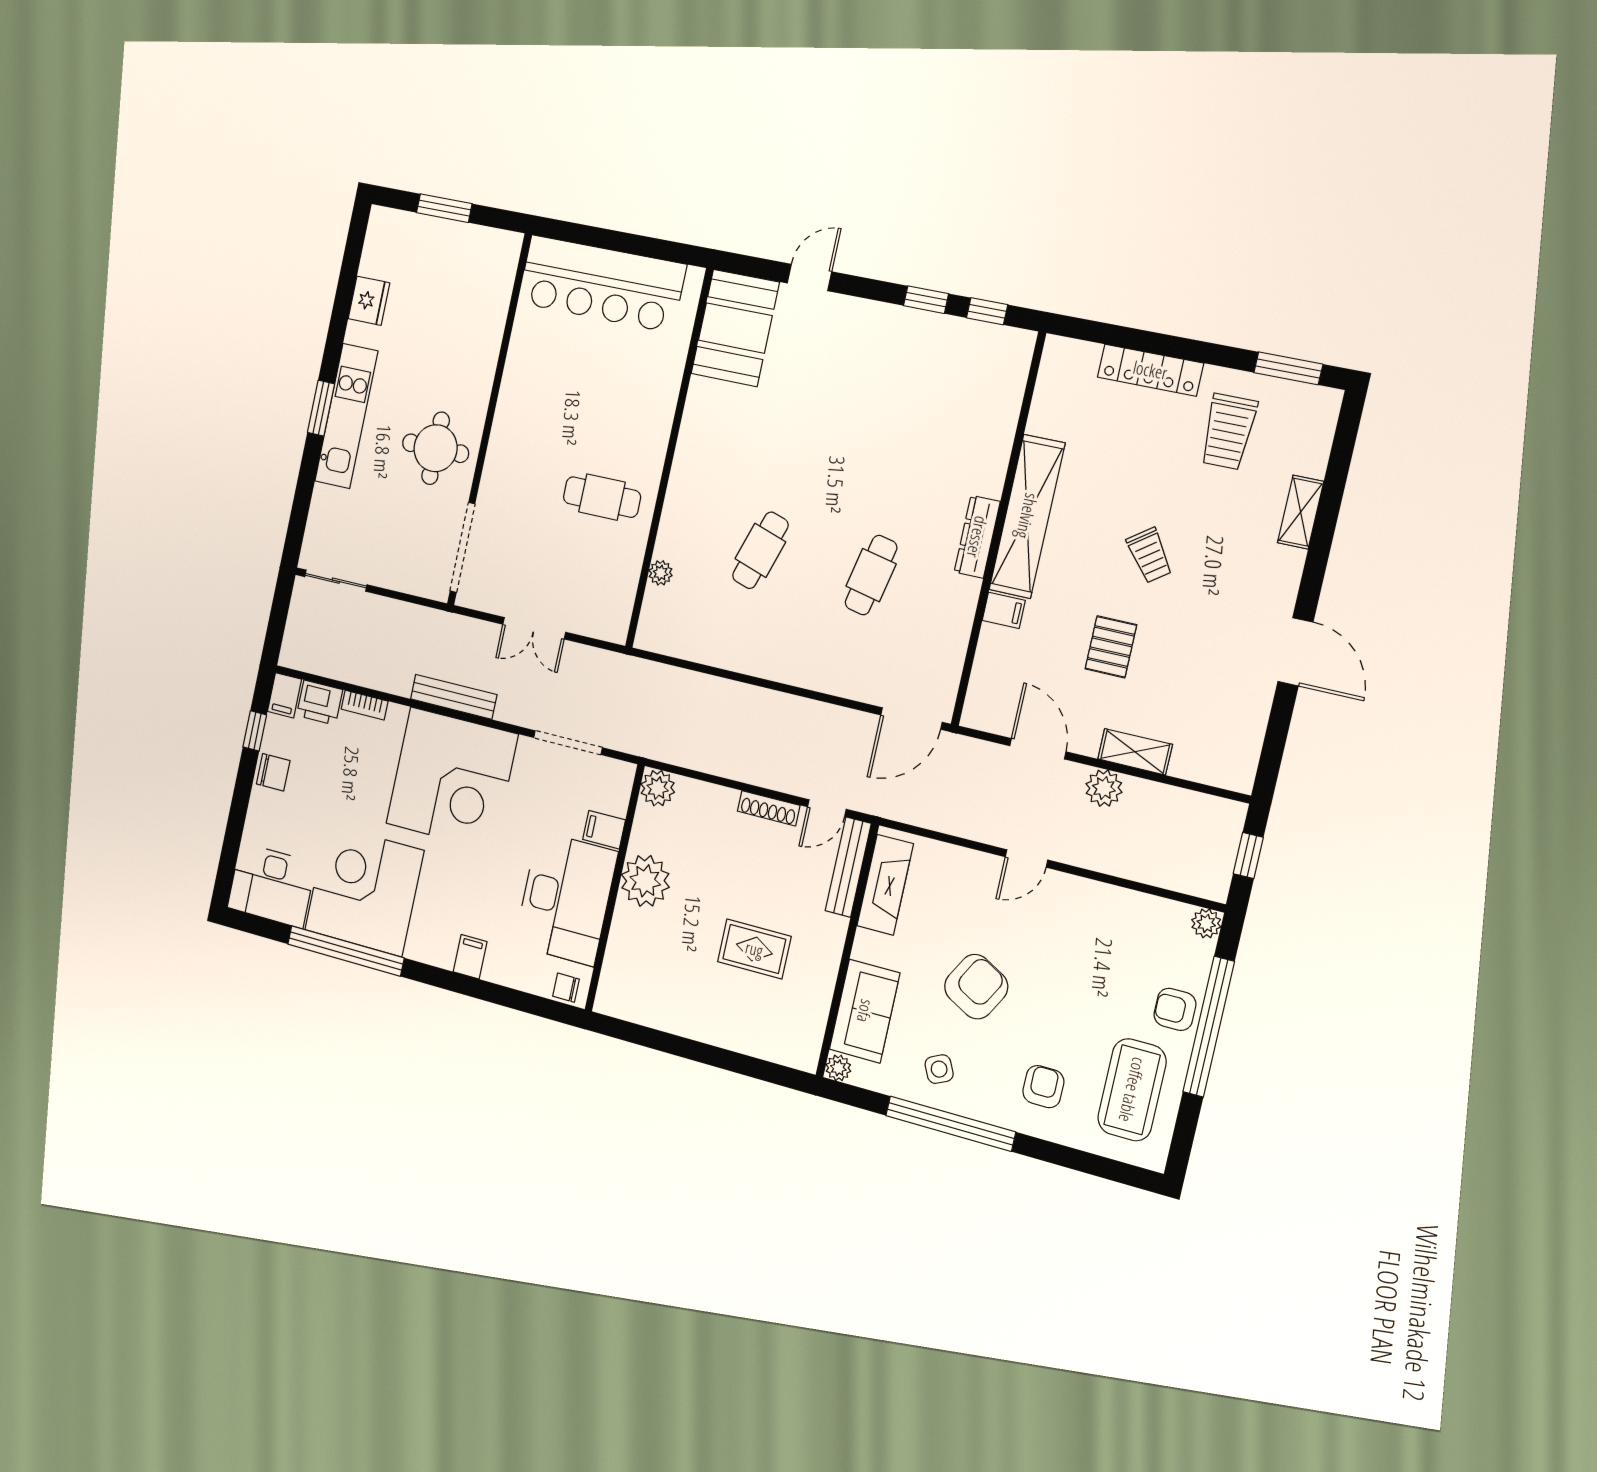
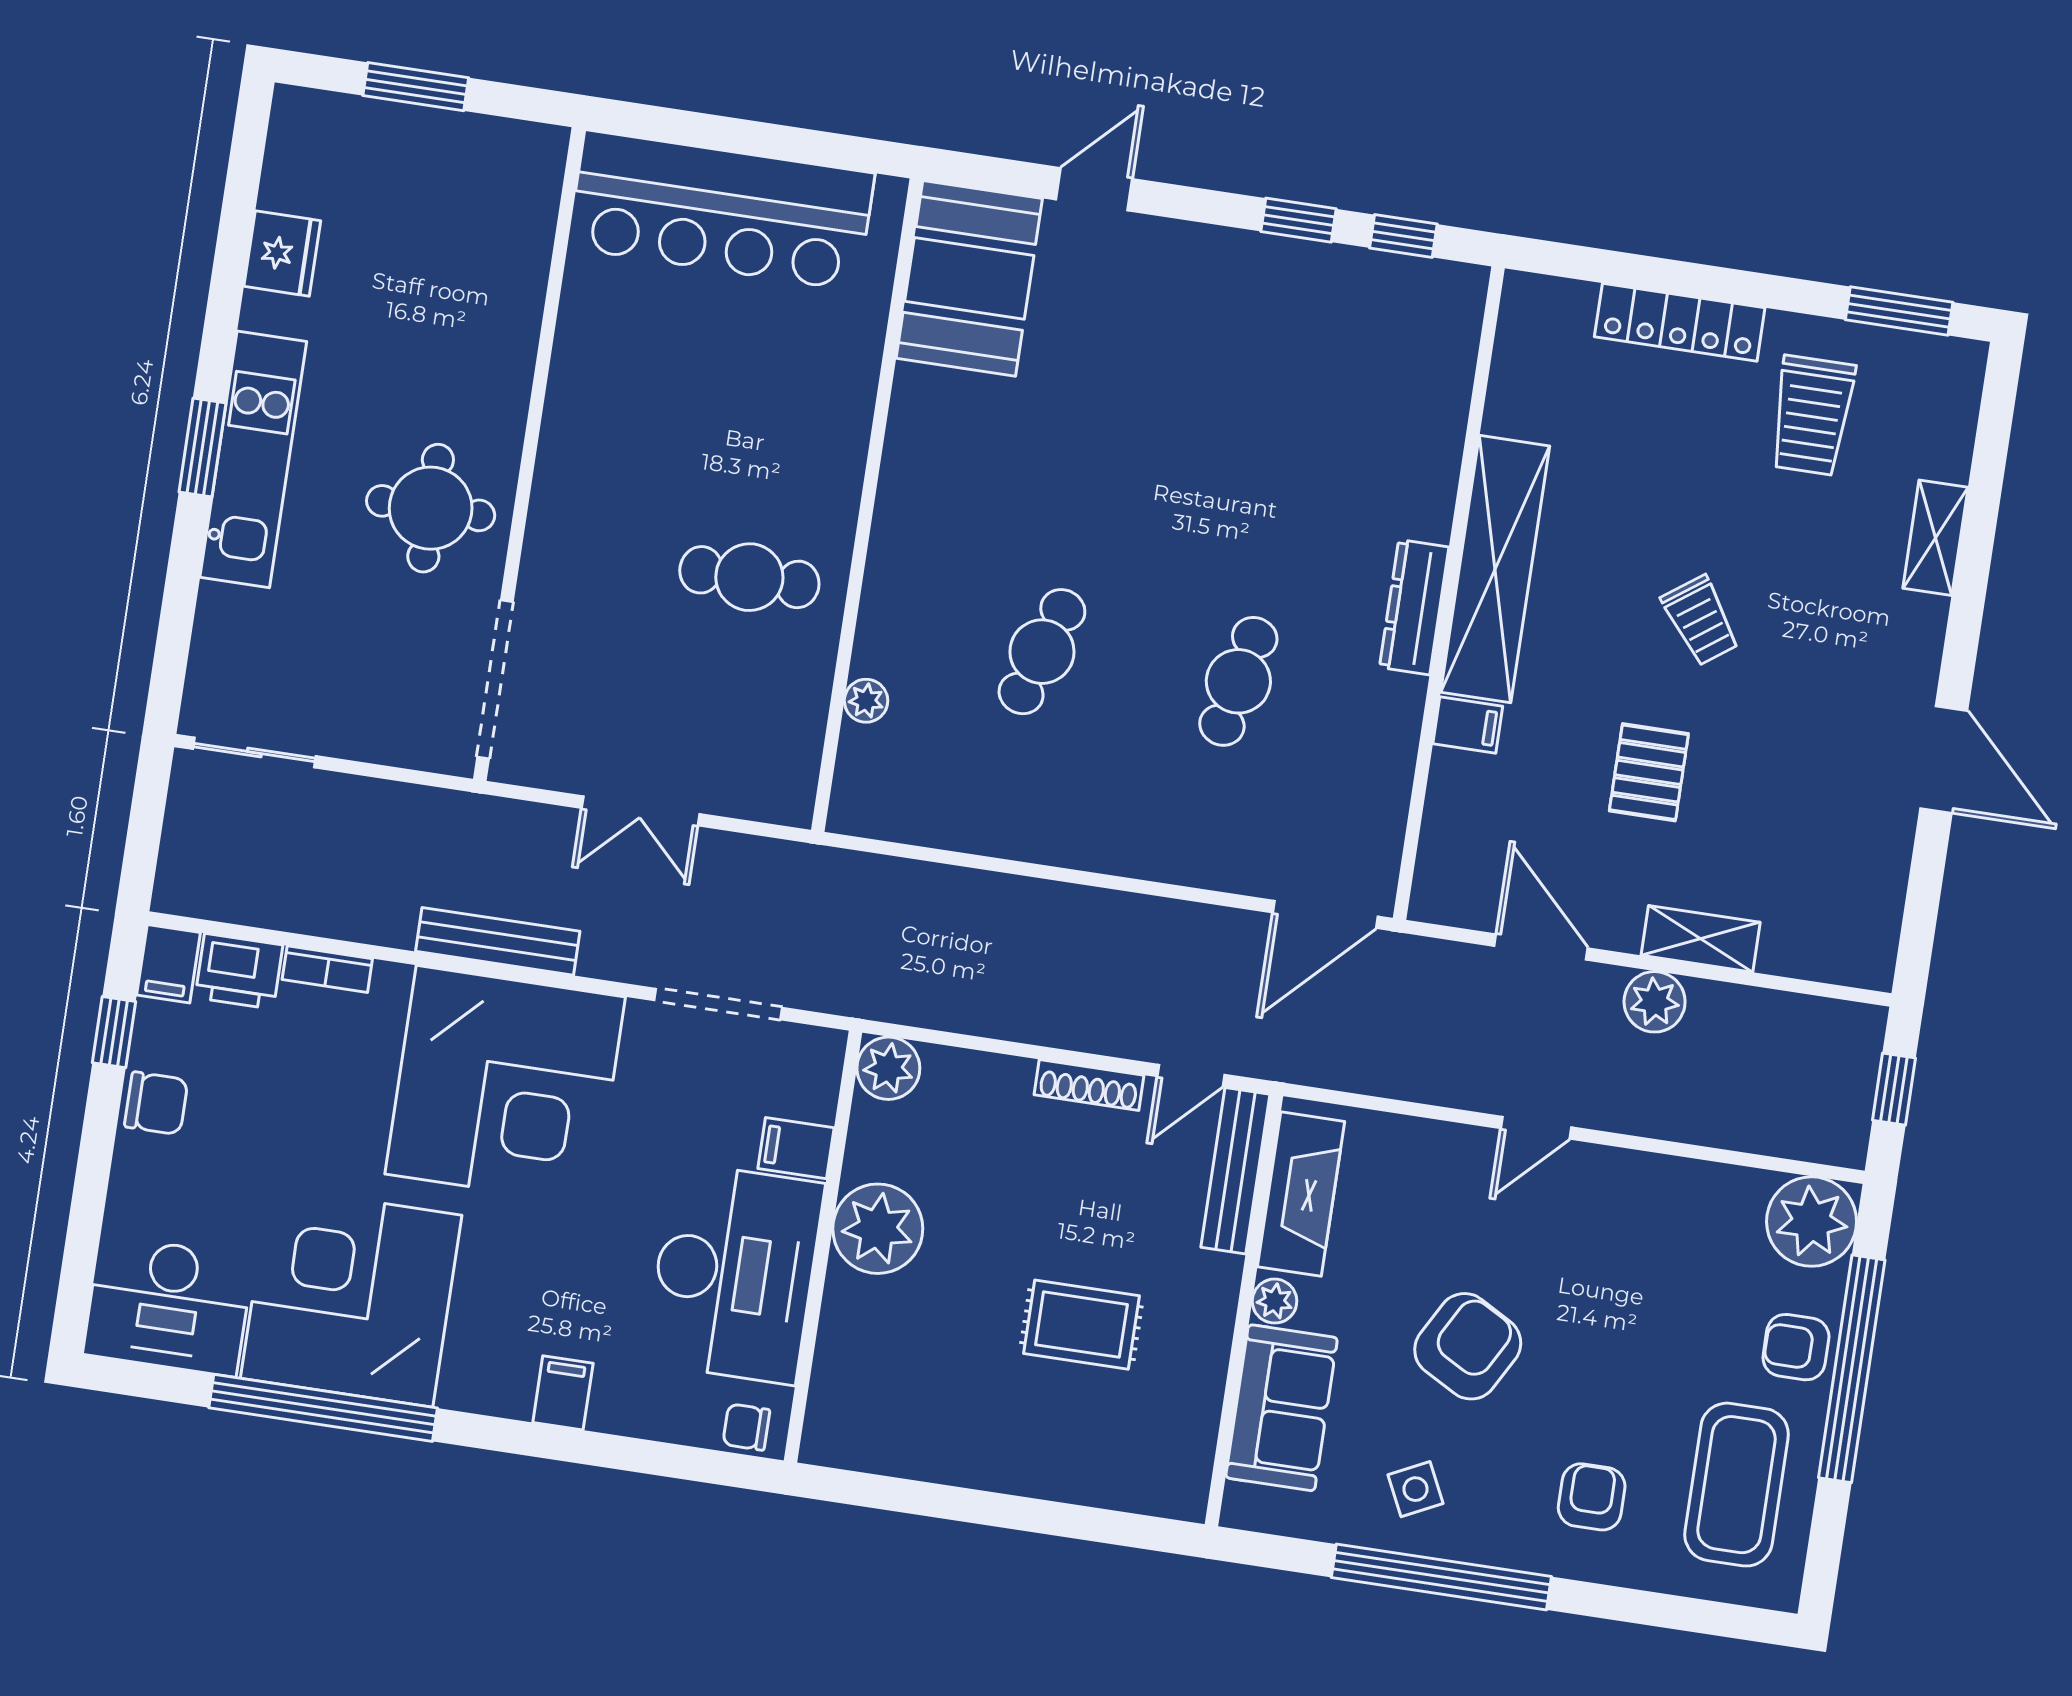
plant: (1206, 923) -> (1812, 1222), width x1.88, depth x1.88
plant: (838, 1068) -> (1275, 1301), moved

